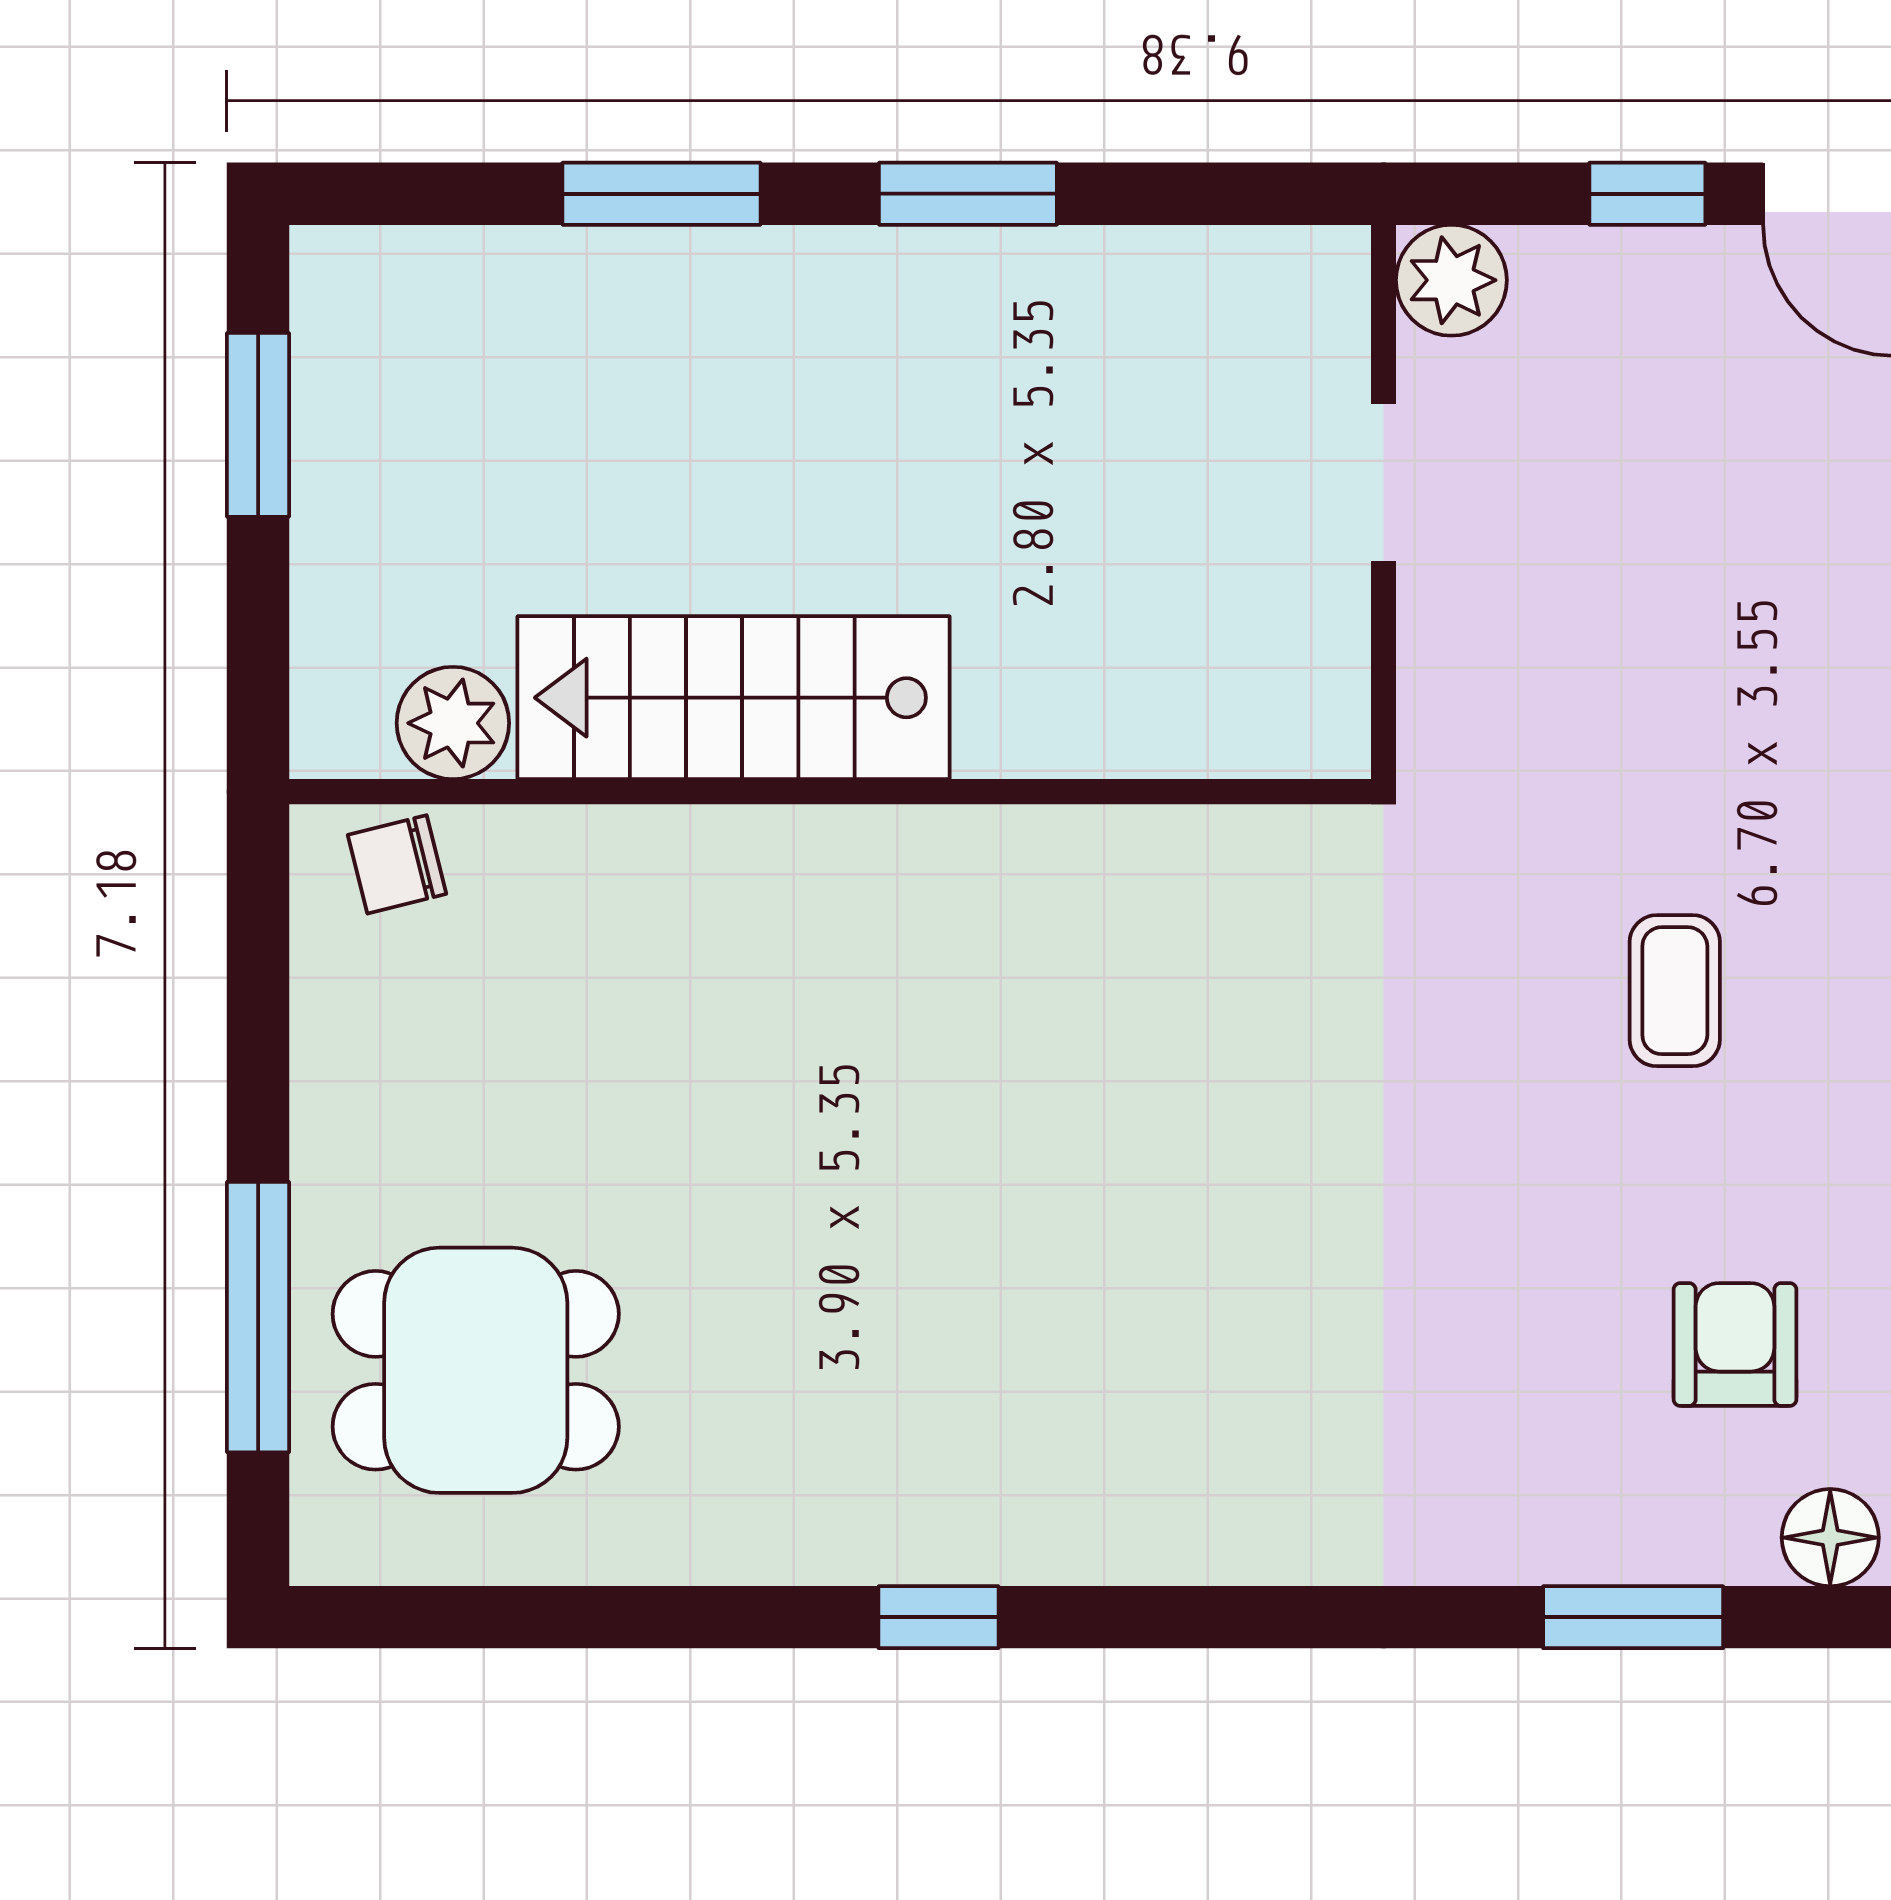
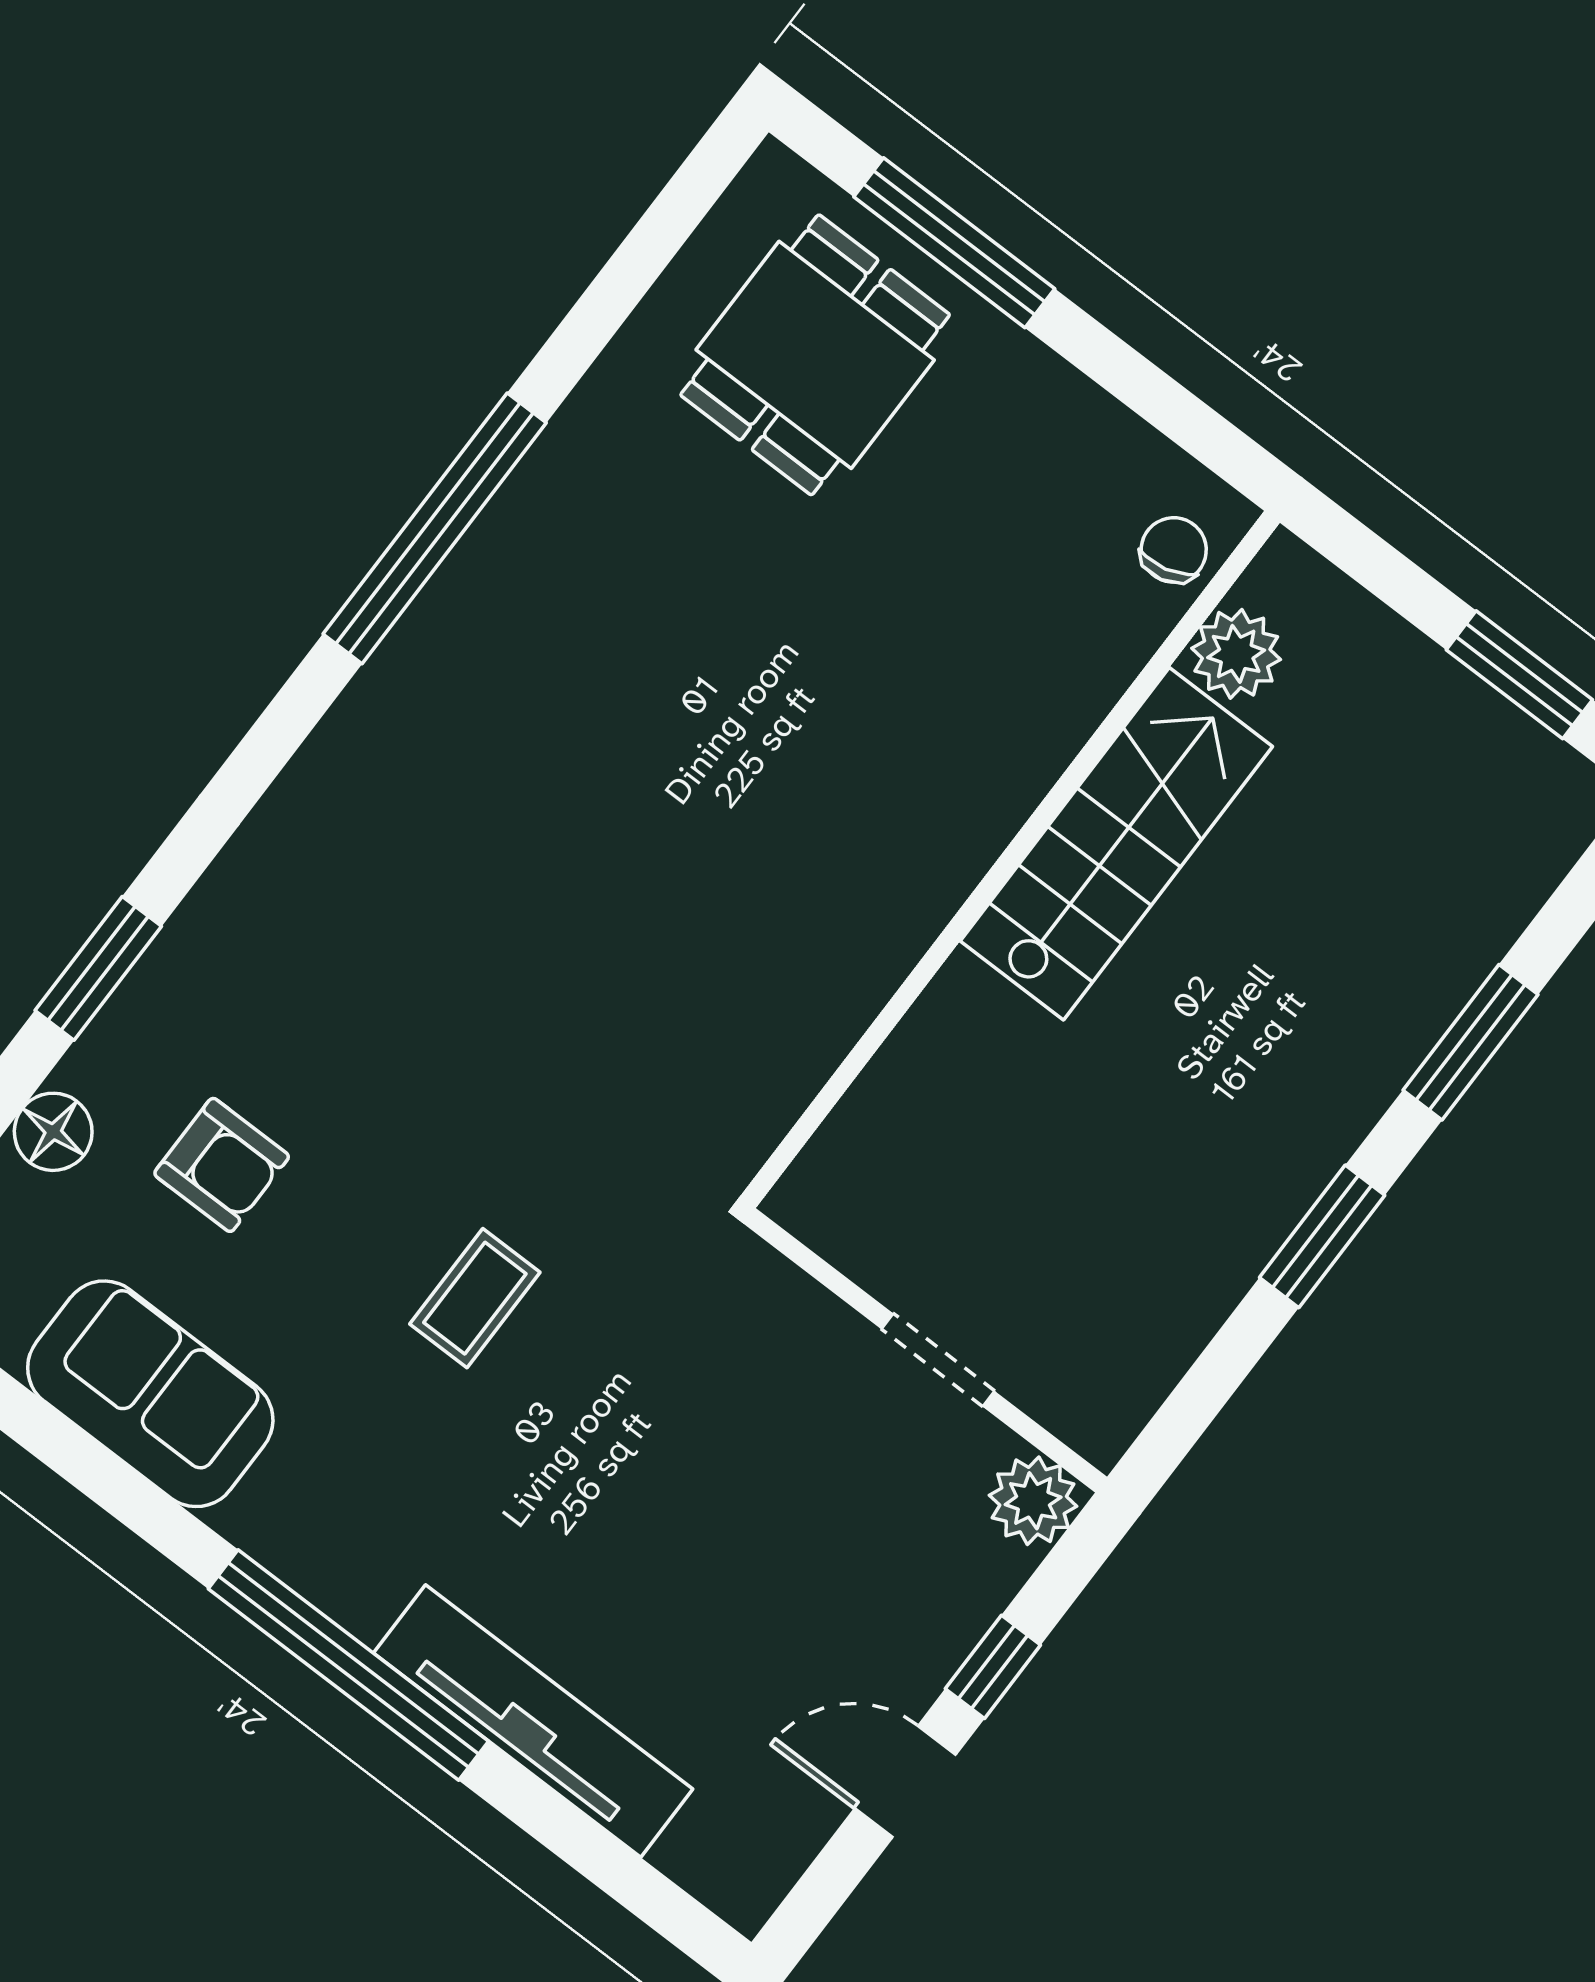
coffee table: (1675, 991) -> (475, 1298), turned 90
window: (938, 1617) -> (435, 528), width x3.17

